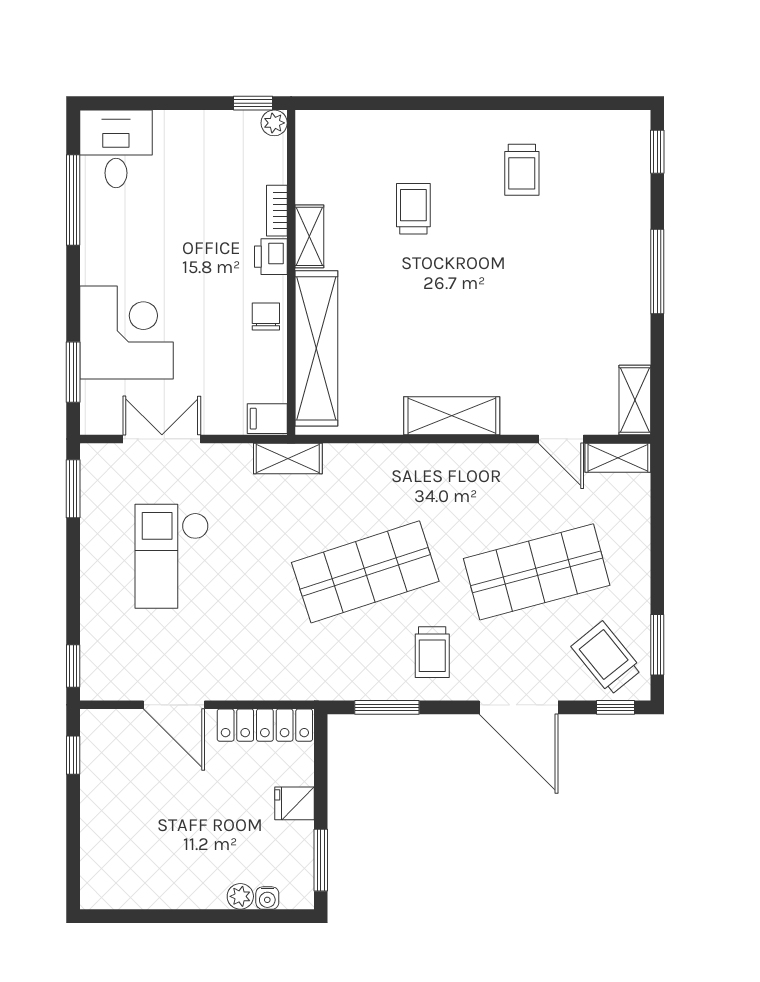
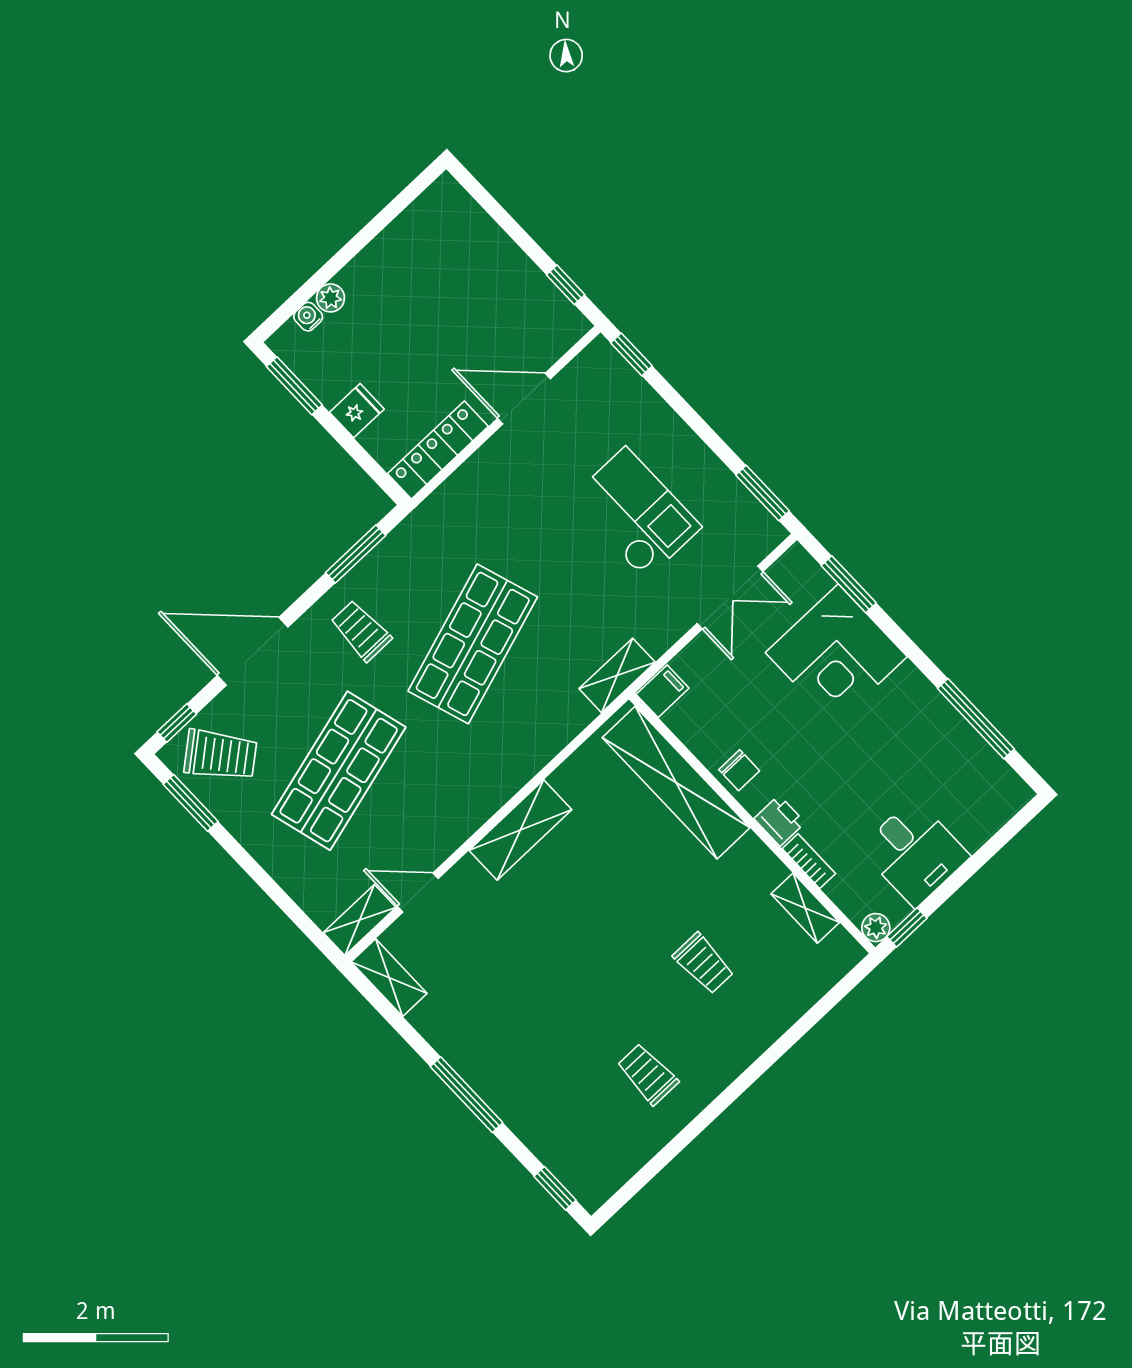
desk: (116, 149) -> (915, 853), moved
shelving: (309, 236) -> (805, 908), moved

